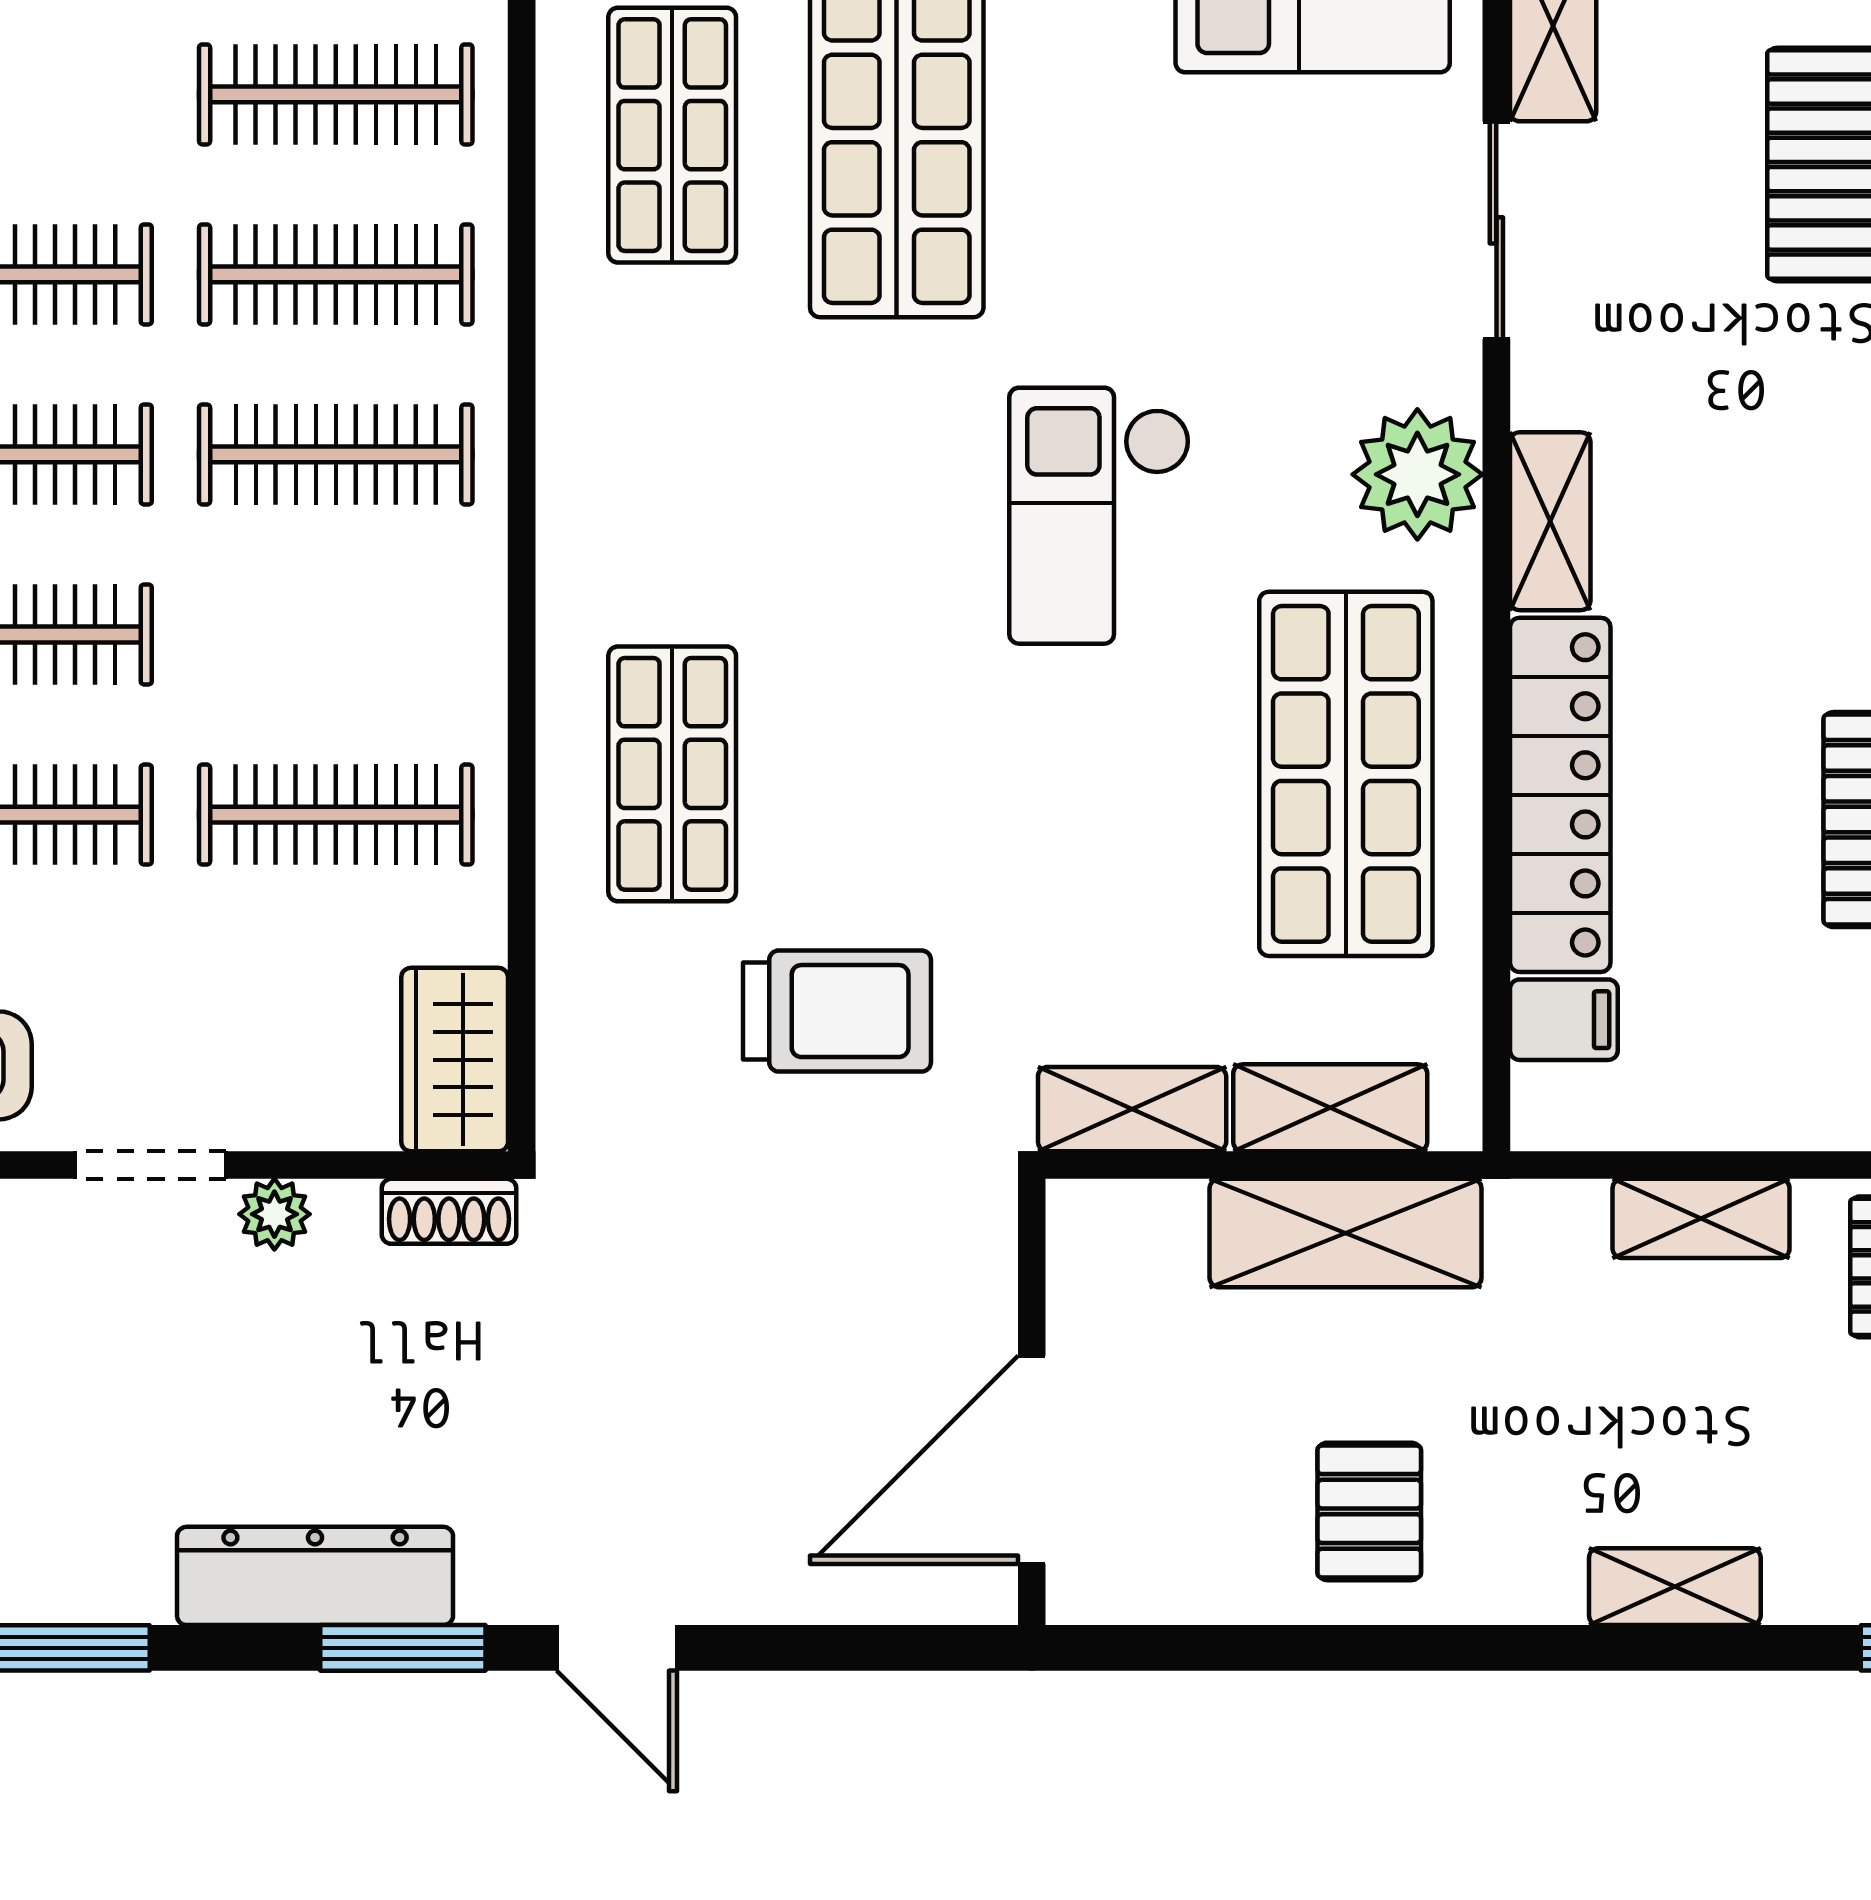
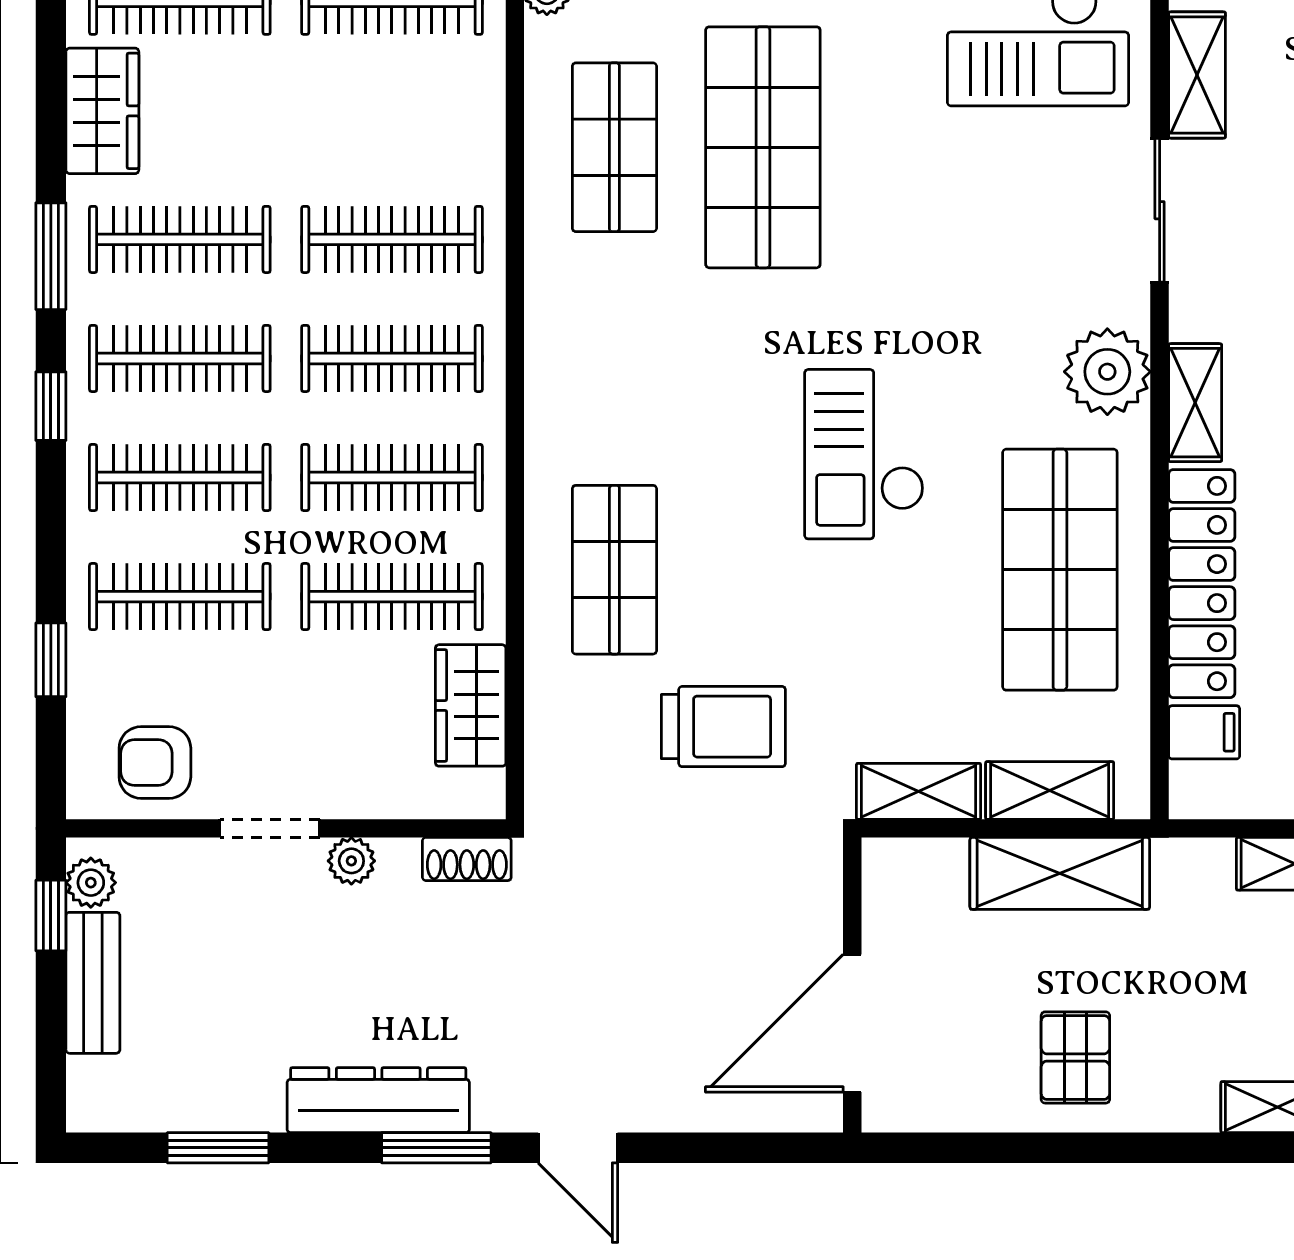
clothes rail: (336, 94) -> (392, 478), moved
checkout: (1099, 516) -> (864, 454), moved
wardrobe: (455, 1060) -> (471, 705), moved

